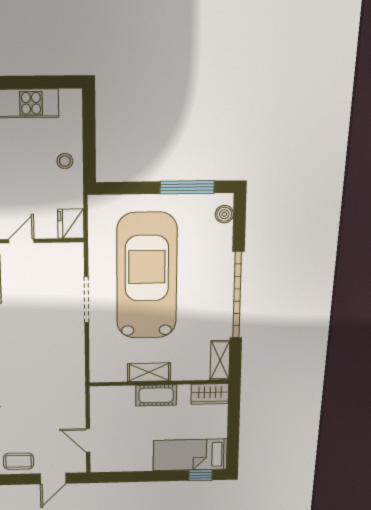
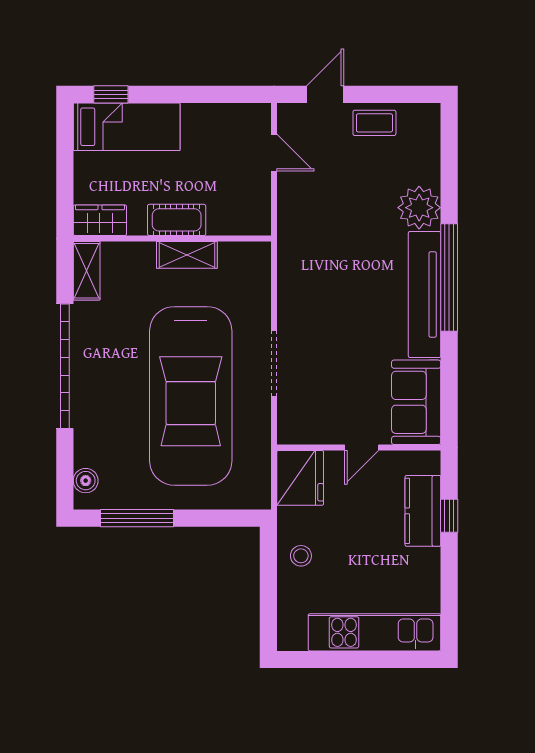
fridge: (71, 224) -> (300, 478), width x1.36, depth x1.34

